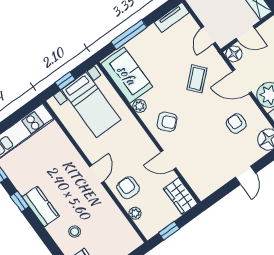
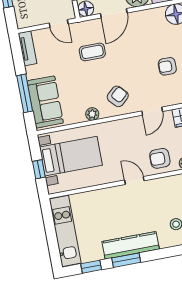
sofa: (127, 75) -> (45, 102), moved, turned 90
coffee table: (197, 79) -> (92, 52), turned -48
armchair: (236, 124) -> (167, 66), moved
window: (19, 201) -> (126, 260), width x1.50
kitchen counter: (41, 206) -> (131, 245), width x1.50

